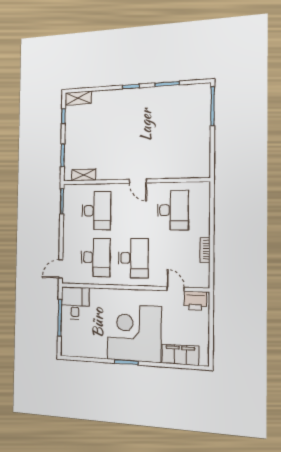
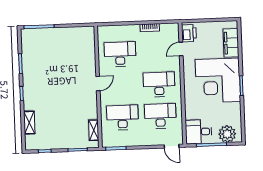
shelving: (78, 98) -> (29, 123), moved
plant: (71, 338) -> (227, 134), added

